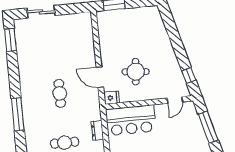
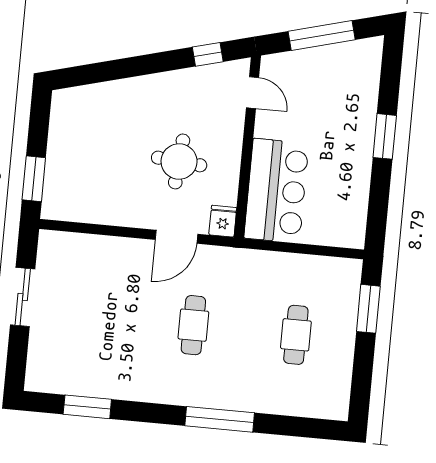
sliding door: (41, 12) -> (23, 297), moved
window: (10, 40) -> (87, 407), moved
cafe table: (60, 93) -> (193, 325), turned 90
dresser: (97, 131) -> (284, 263), removed

